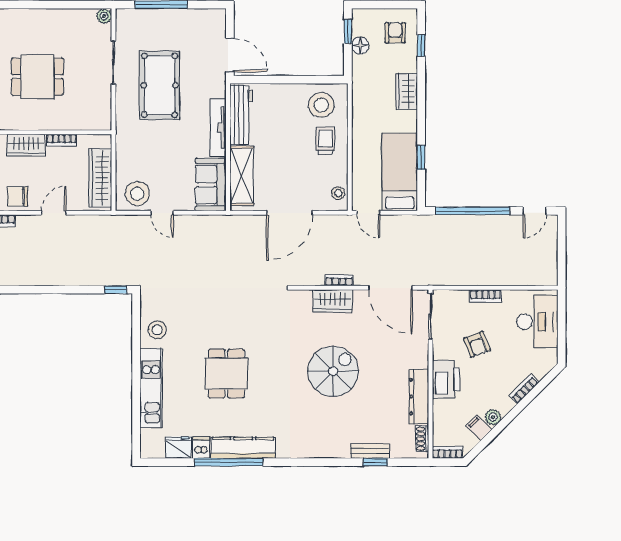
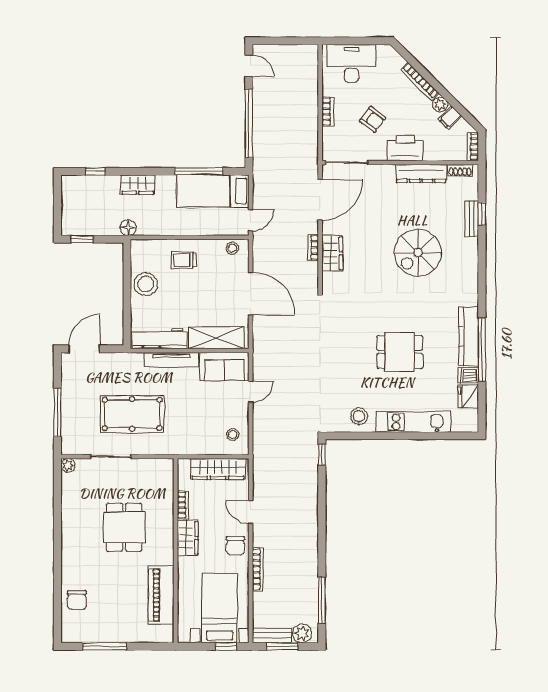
armchair: (395, 33) -> (83, 195), removed
floor lamp: (360, 46) -> (128, 228), moved
door: (230, 55) -> (84, 349), moved
stool: (321, 105) -> (146, 284), moved
window: (421, 157) -> (199, 171), width x2.17
stool: (137, 194) -> (233, 435), width x0.53, depth x0.53
door: (162, 213) -> (251, 392), moved
armchair: (477, 344) -> (373, 119), turned 58
spiral stairs: (333, 371) -> (418, 253), moved, turned -90
bookcase: (524, 389) -> (420, 81), width x1.56

